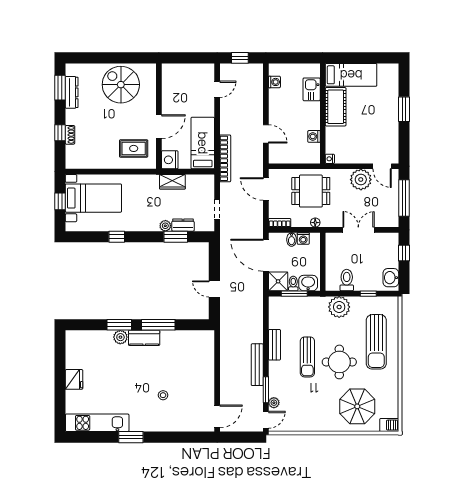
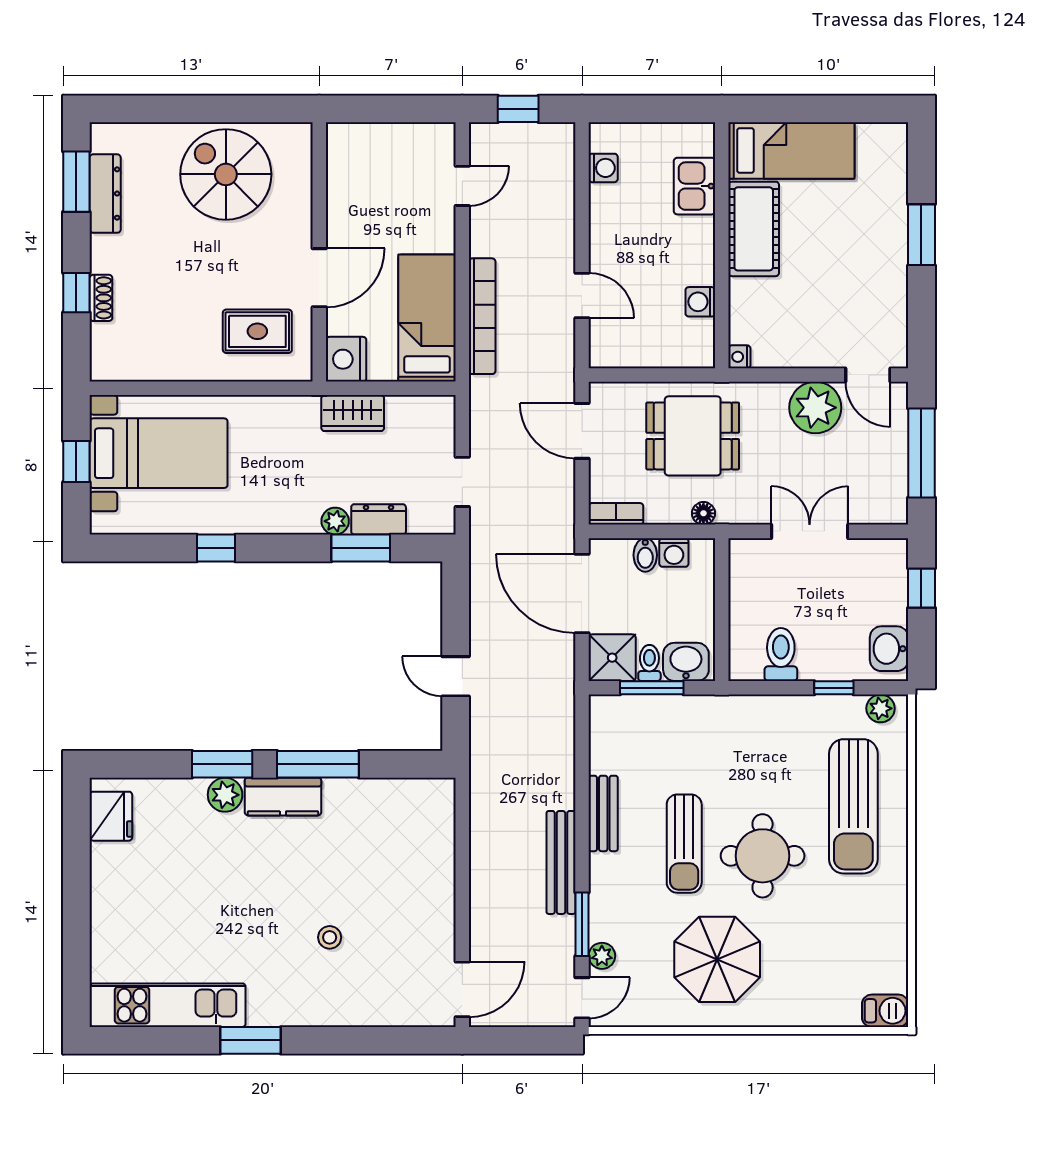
bookcase: (225, 158) -> (482, 316), moved
plant: (339, 307) -> (881, 708), moved, width x0.53, depth x0.53
fridge: (74, 379) -> (111, 816), moved
parasol: (357, 406) -> (717, 959), moved

